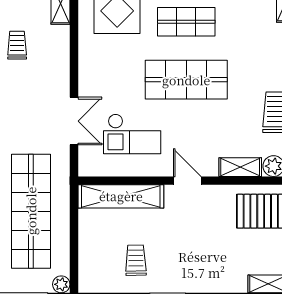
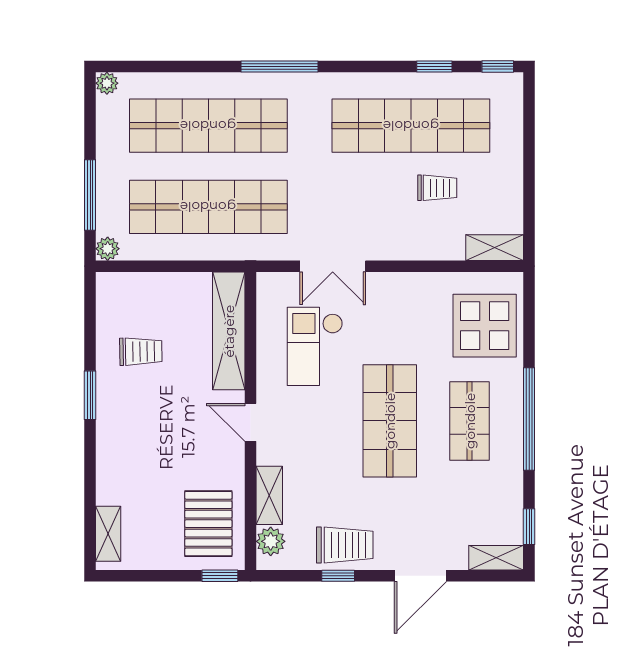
door: (187, 181) -> (250, 422), swing flipped

